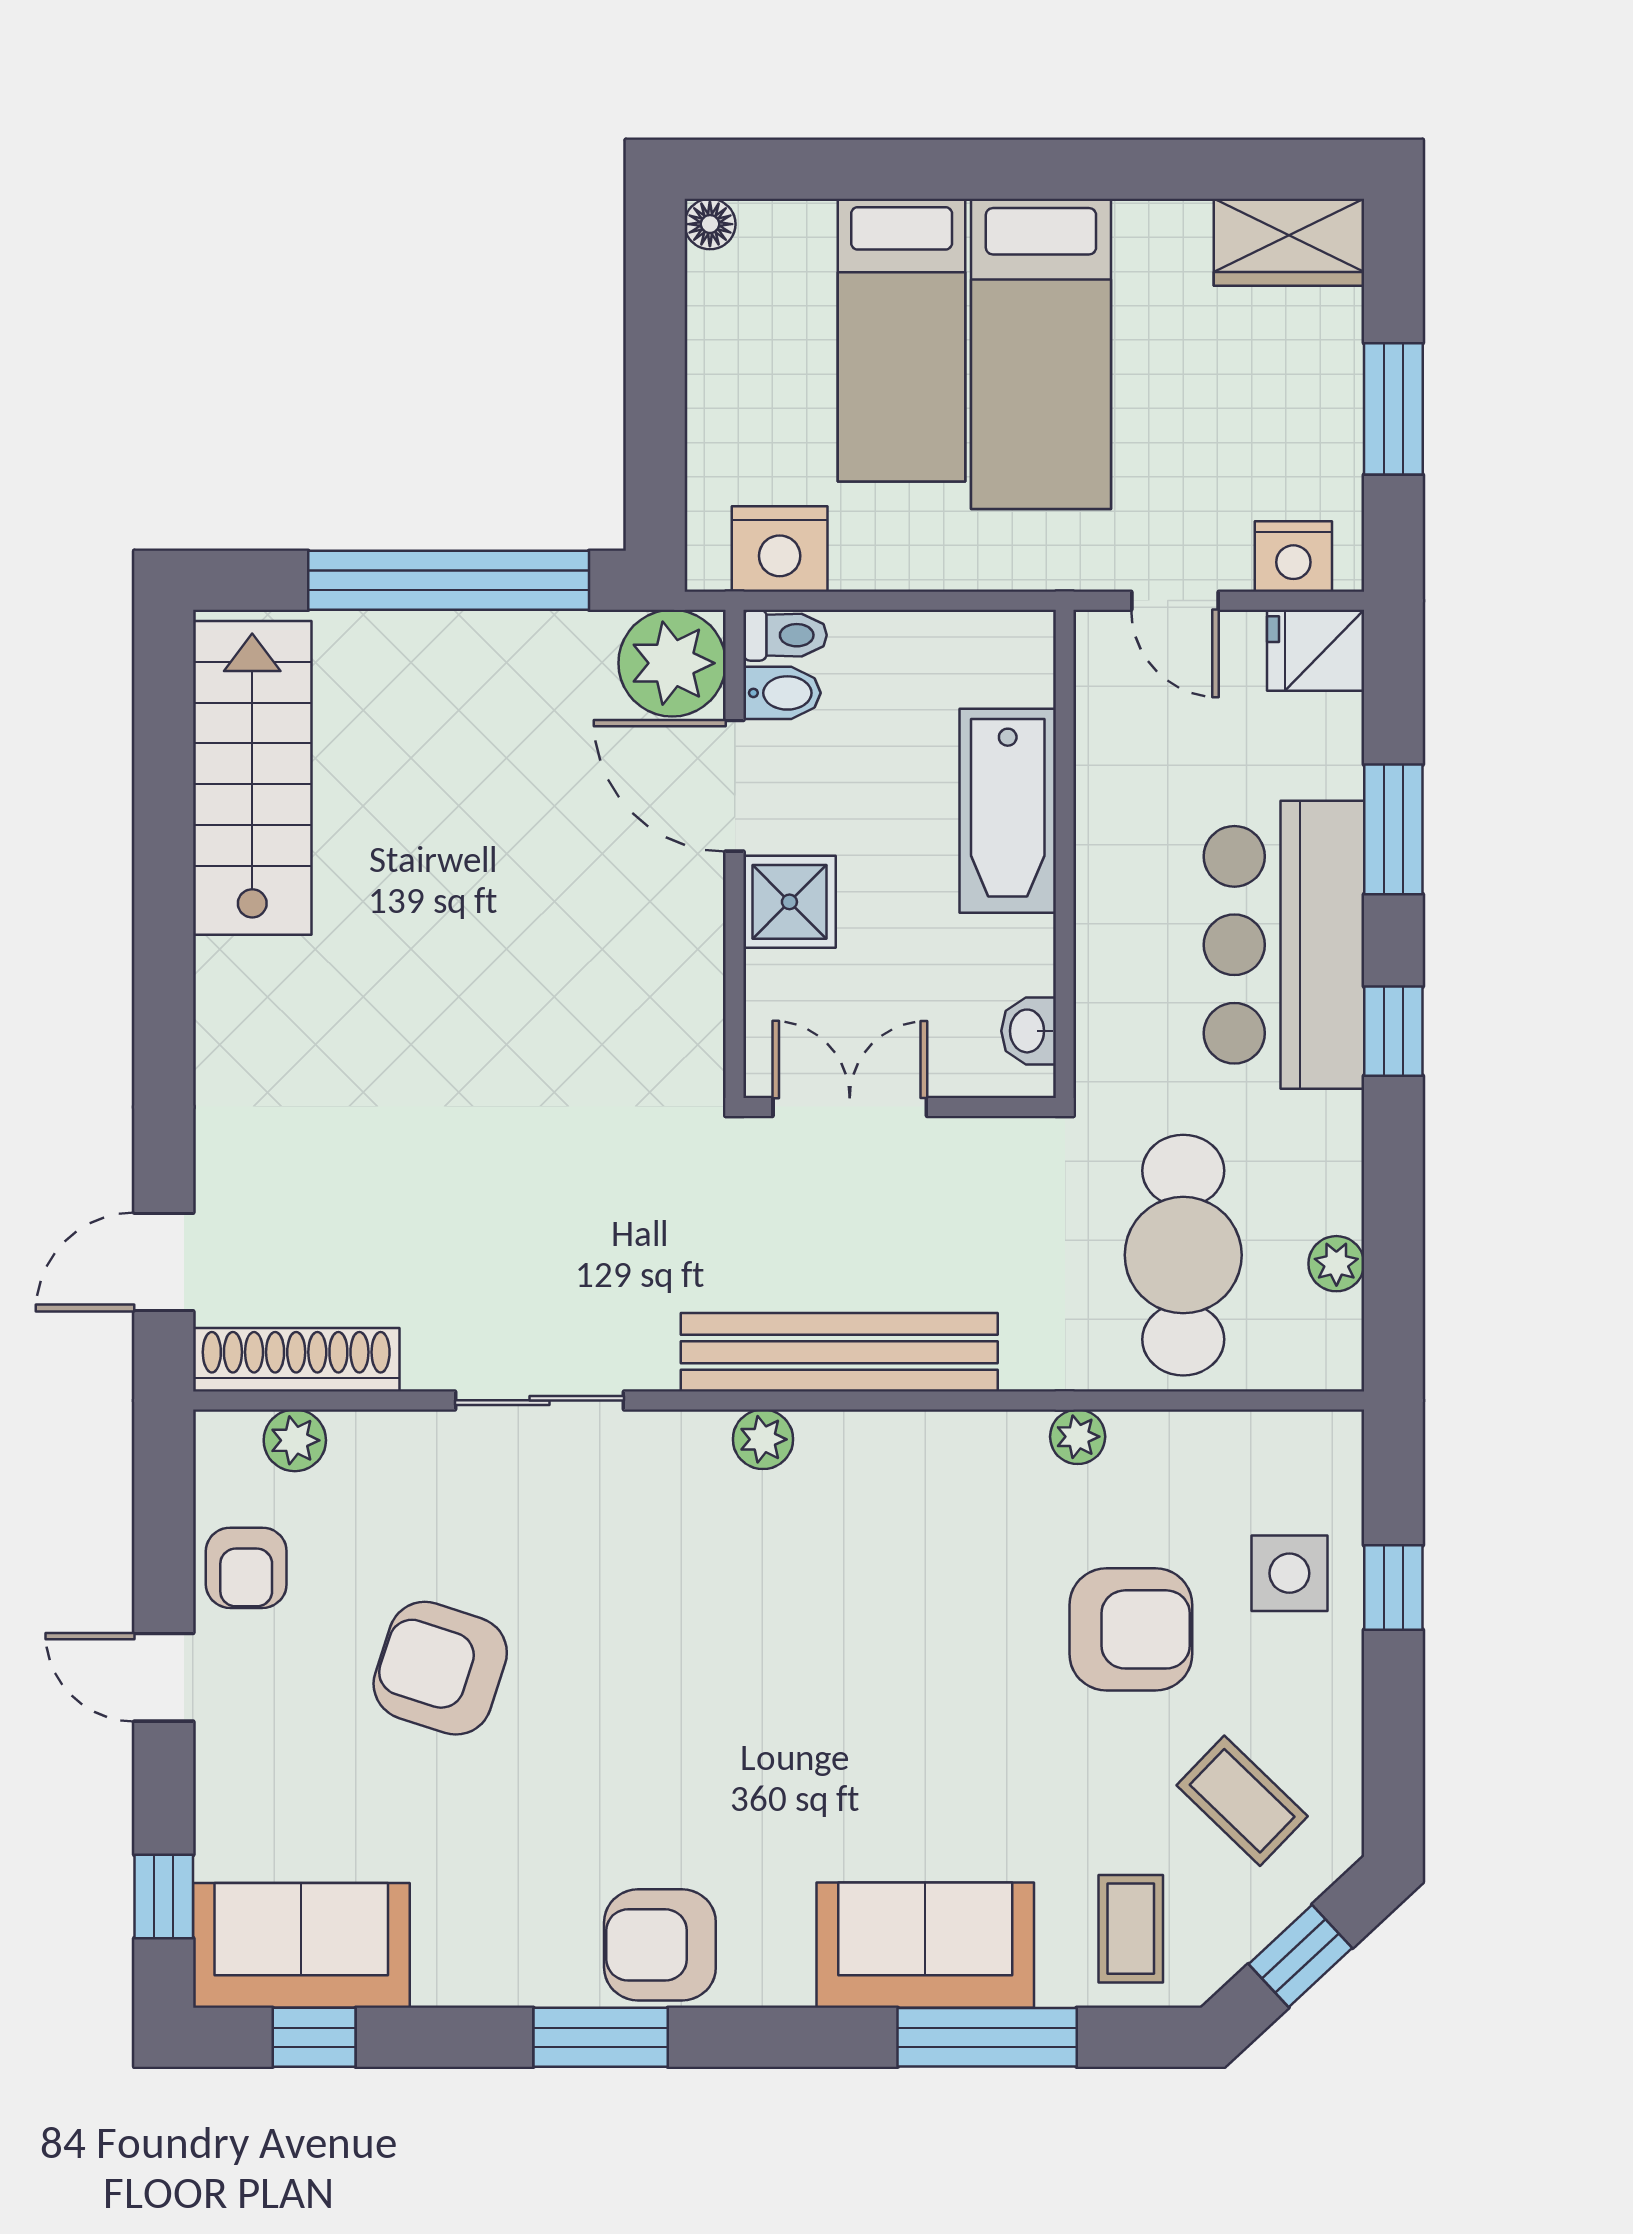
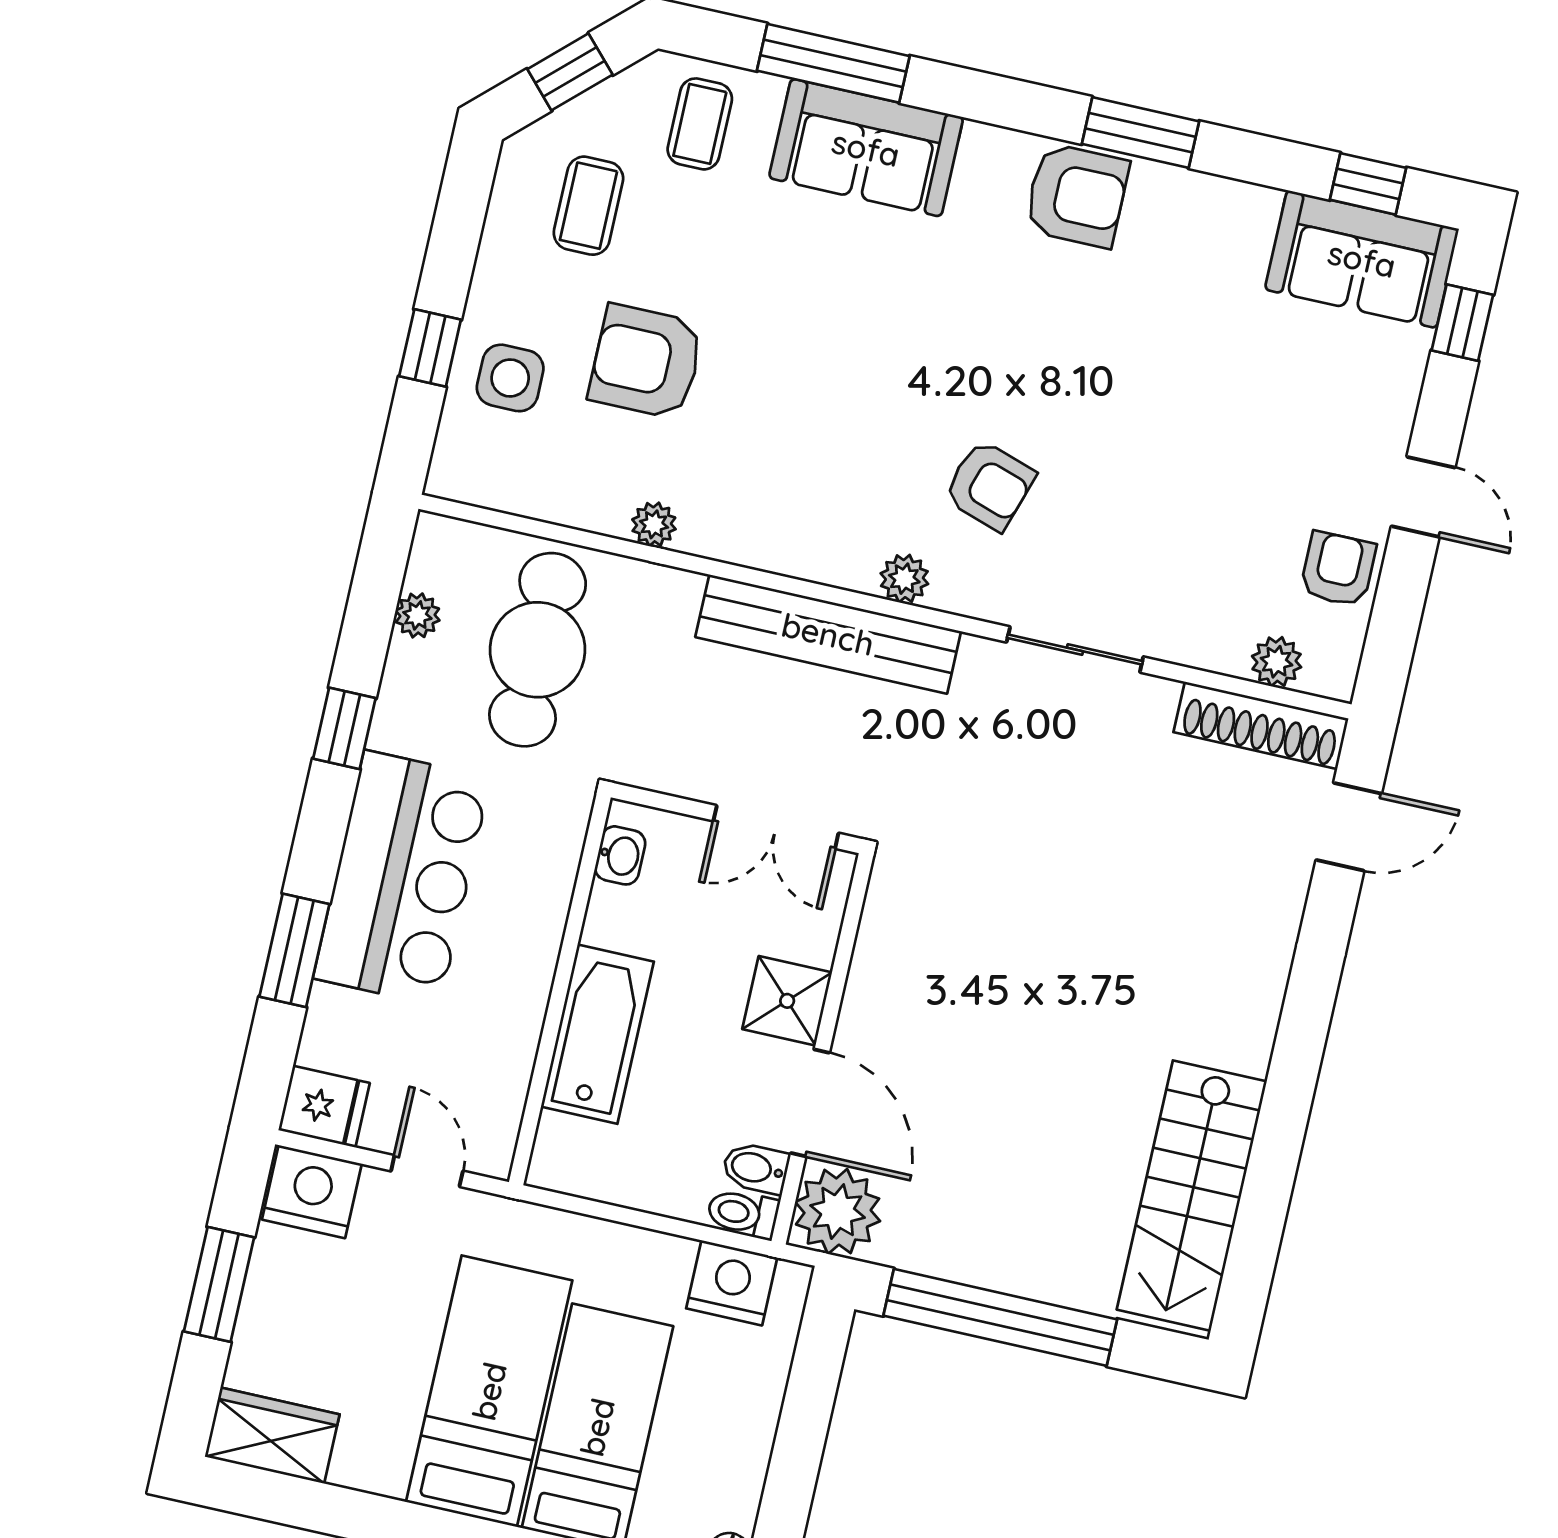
nightstand: (1293, 557) -> (312, 1192), width x1.36, depth x1.33
window: (1393, 1031) -> (344, 728), moved
armchair: (440, 1668) -> (990, 485), moved, width x0.72, depth x0.72
coffee table: (1242, 1801) -> (588, 206), turned 46

